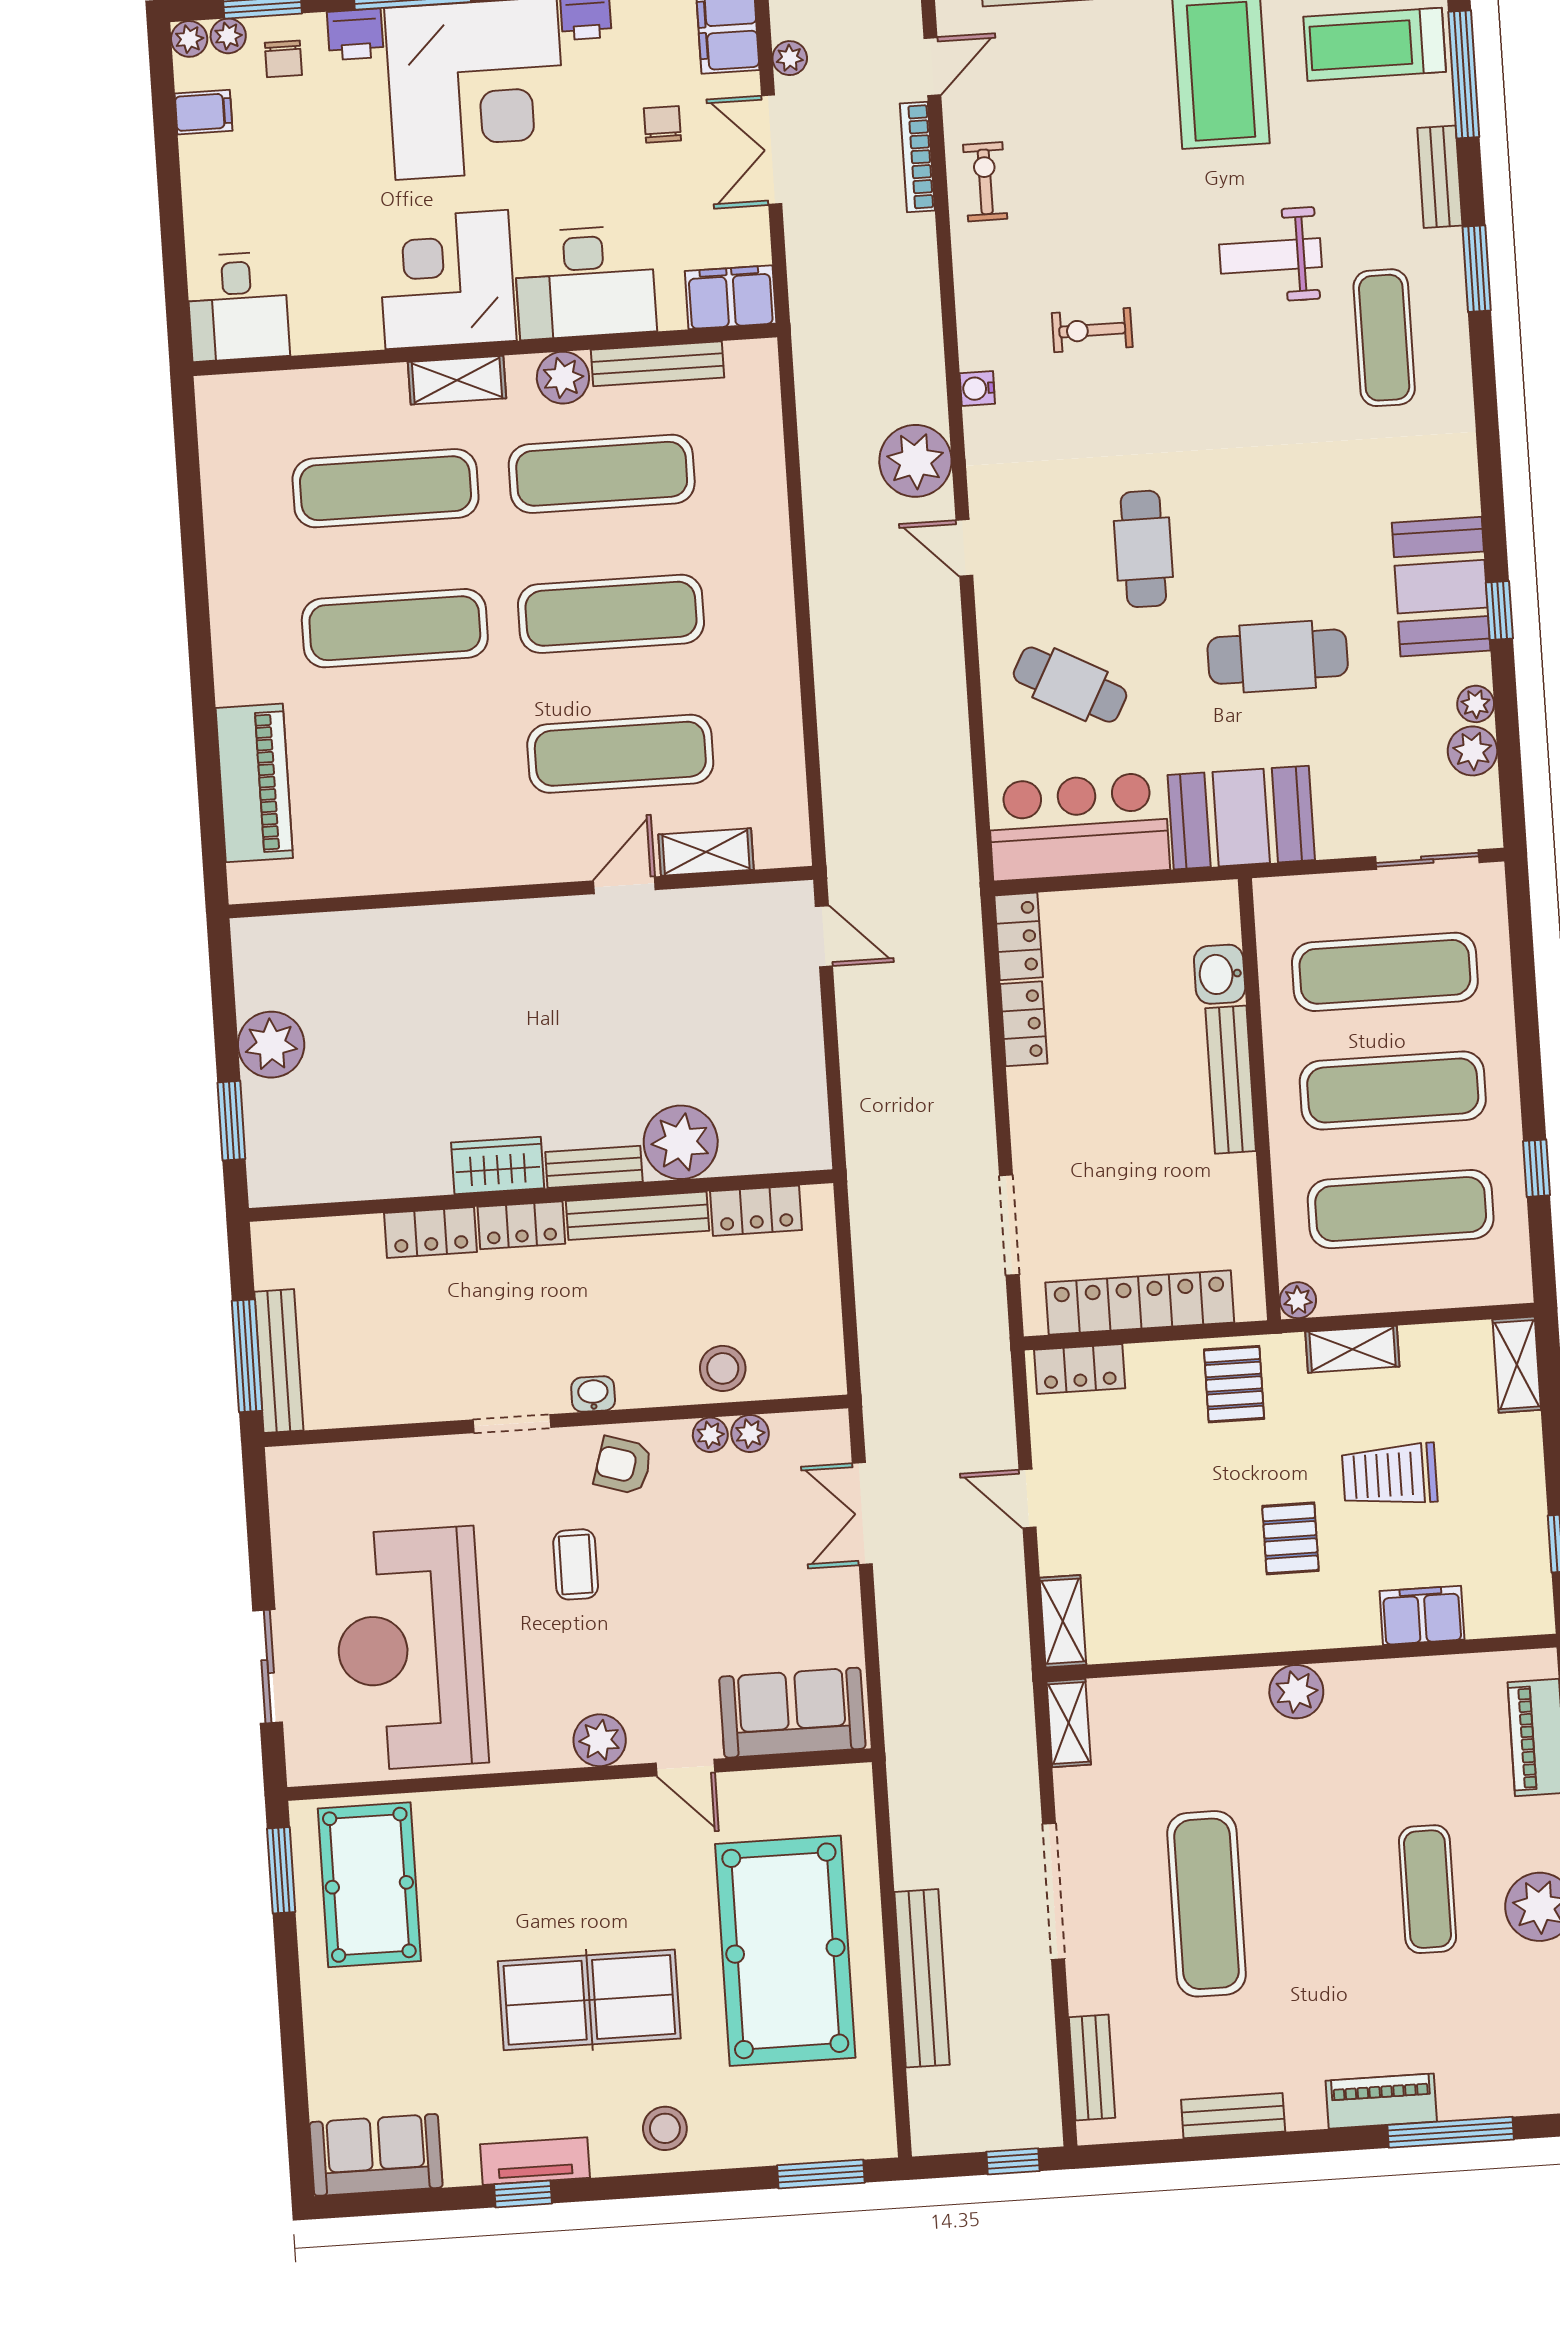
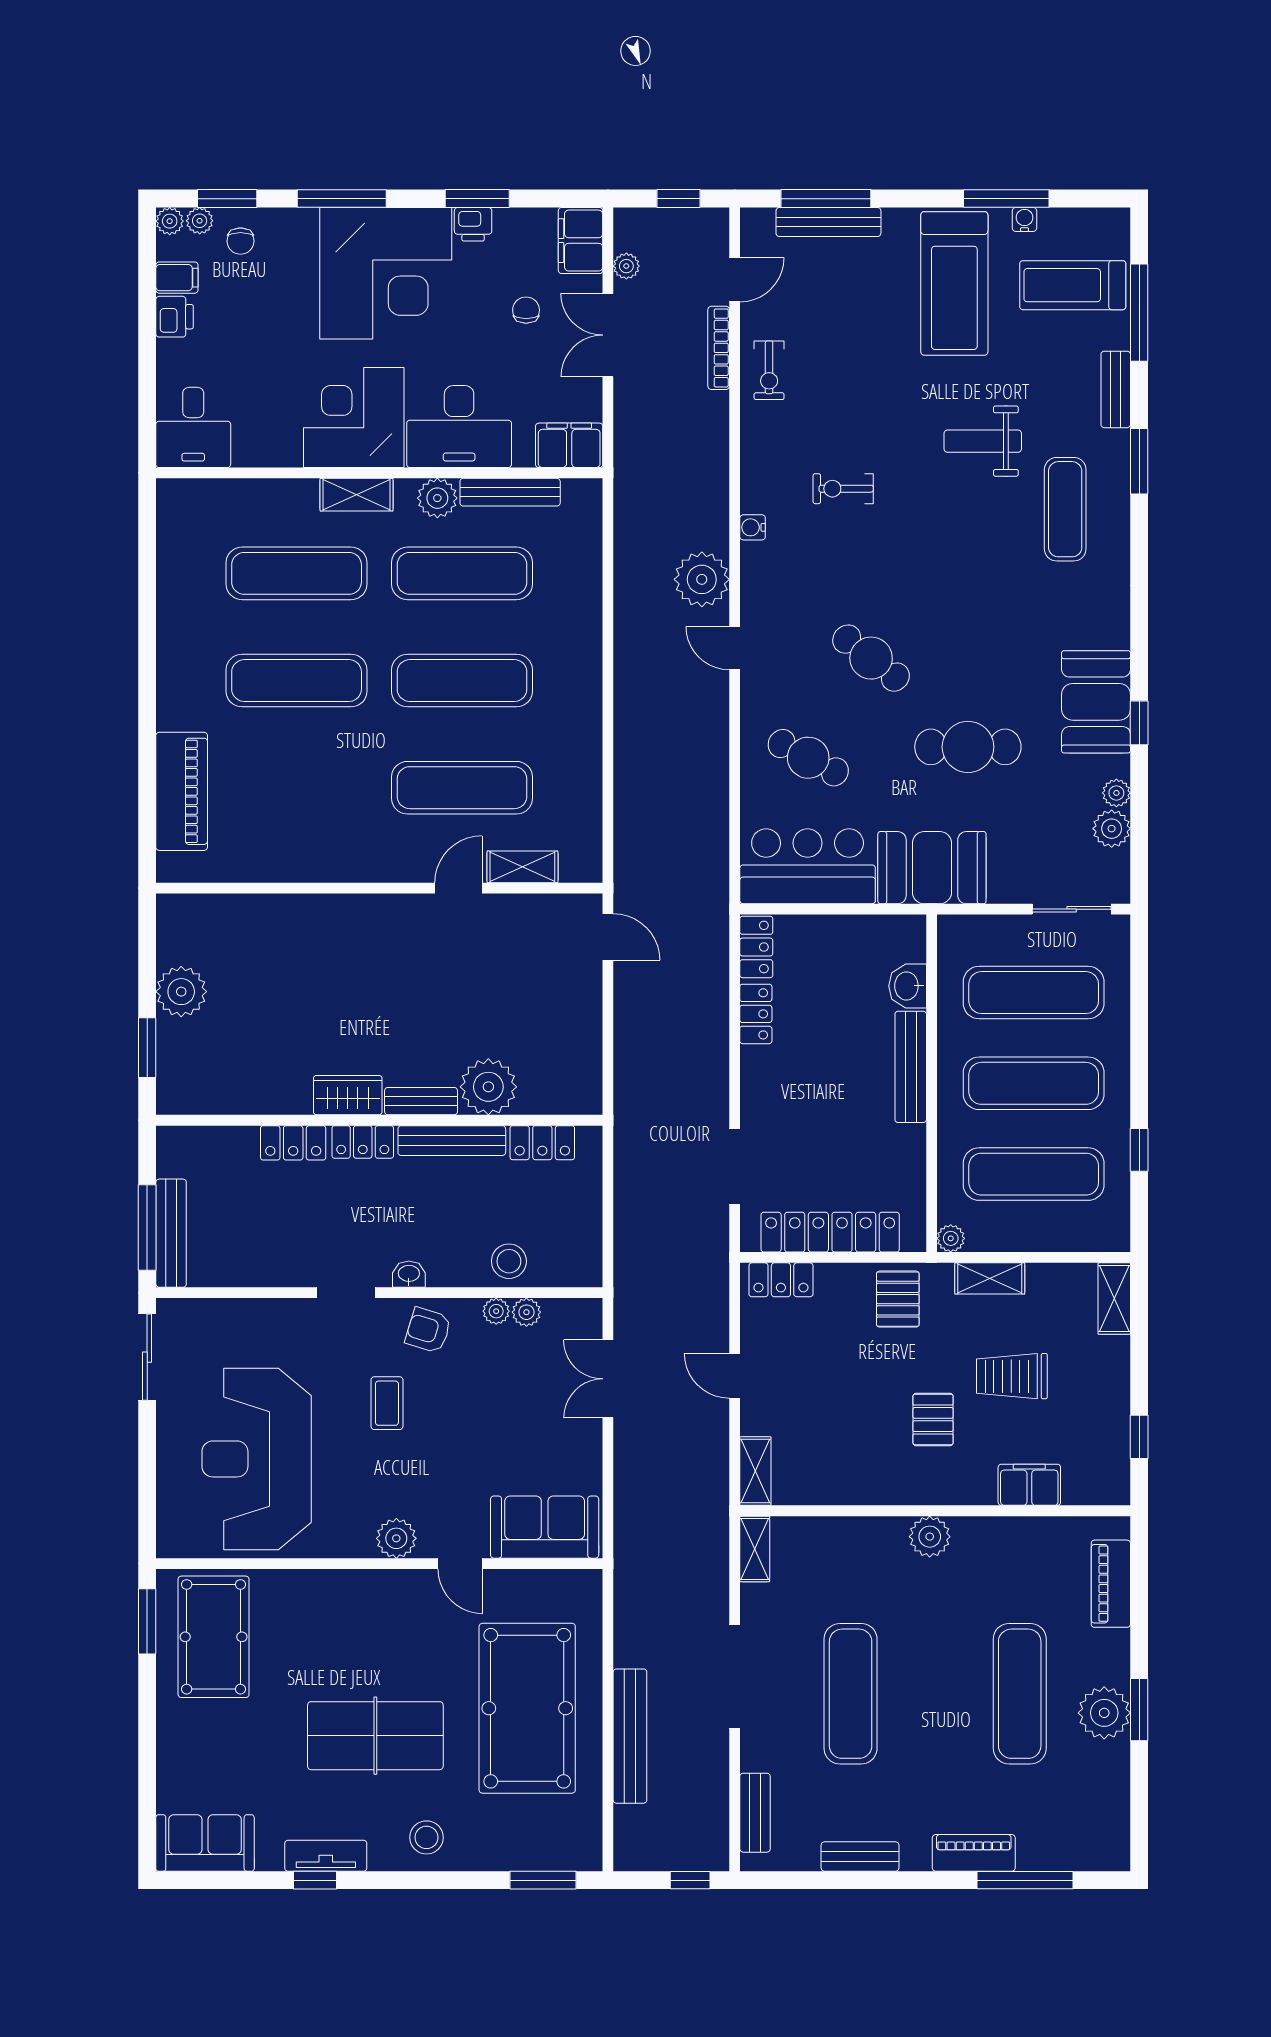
printer: (355, 34) -> (175, 317), moved, turned -90
exercise bike: (985, 182) -> (769, 370), turned 180
cafe table: (1143, 549) -> (871, 658), turned -52
sliding door: (268, 1667) -> (147, 1357), moved
exercise mat: (1428, 1889) -> (1020, 1694), width x1.36, depth x1.45

